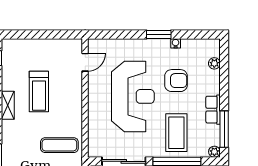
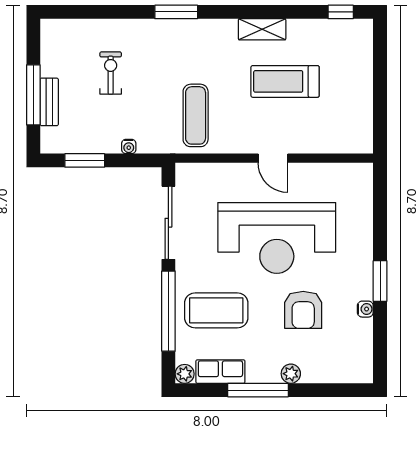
door: (85, 62) -> (273, 158), moved
plant: (214, 63) -> (291, 374), moved
row of seats: (213, 110) -> (220, 372), moved
window: (224, 129) -> (258, 390), moved

